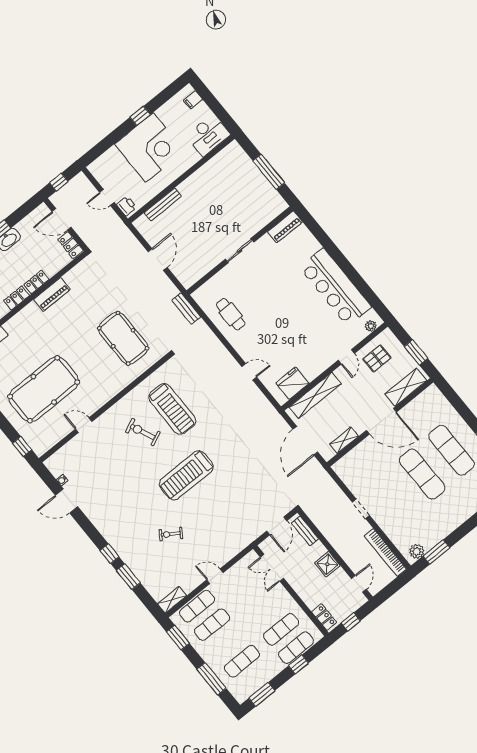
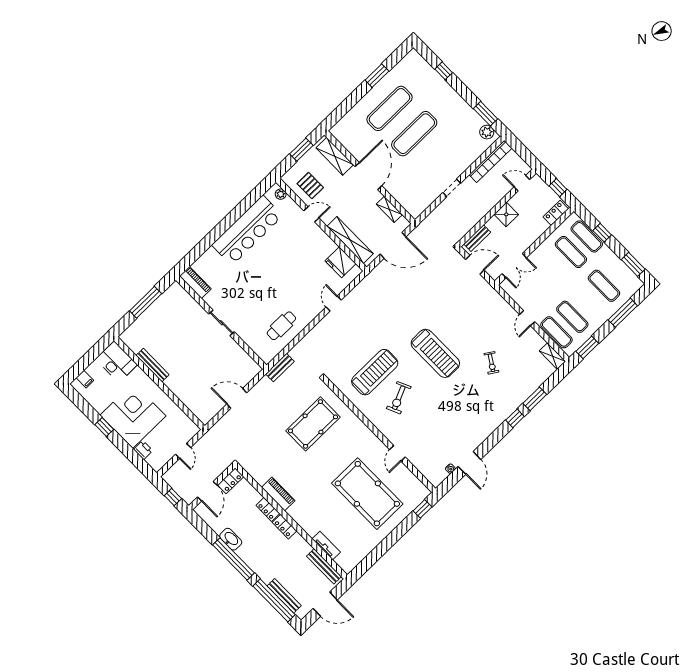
bench: (163, 205) -> (153, 365), moved
printer: (127, 206) -> (143, 450), moved, turned 90

